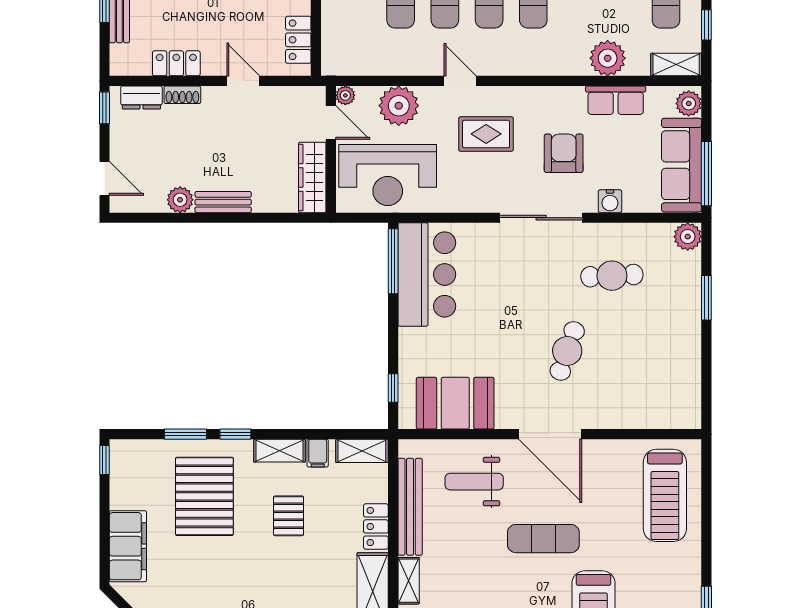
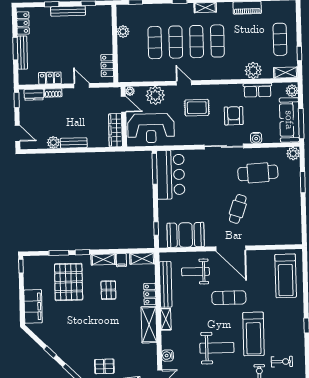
cafe table: (612, 276) -> (258, 173), width x1.37, depth x1.35

